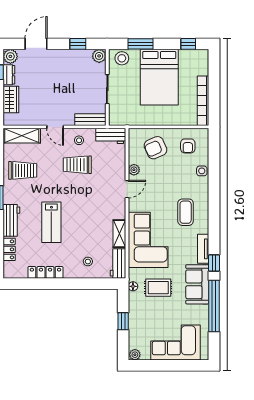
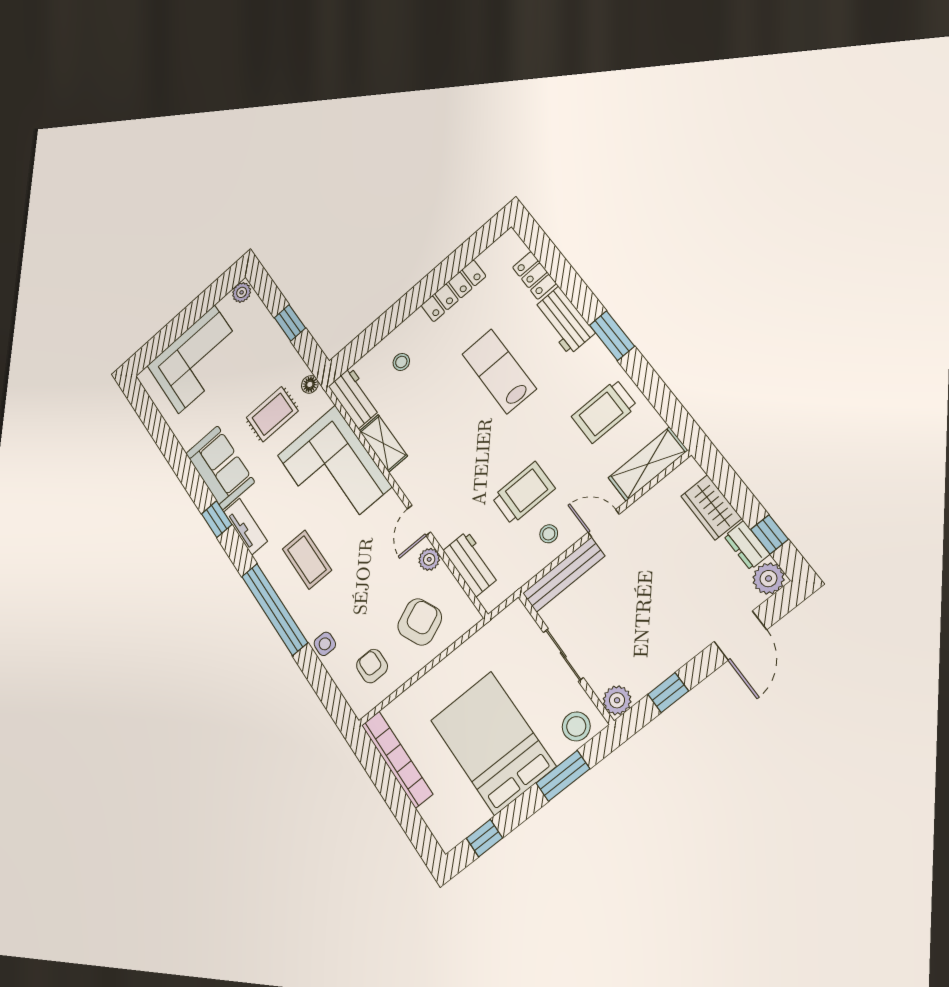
bench: (90, 120) -> (564, 575), width x1.36
workbench: (111, 136) -> (471, 564), moved, turned 90
window: (214, 306) -> (274, 609), moved

